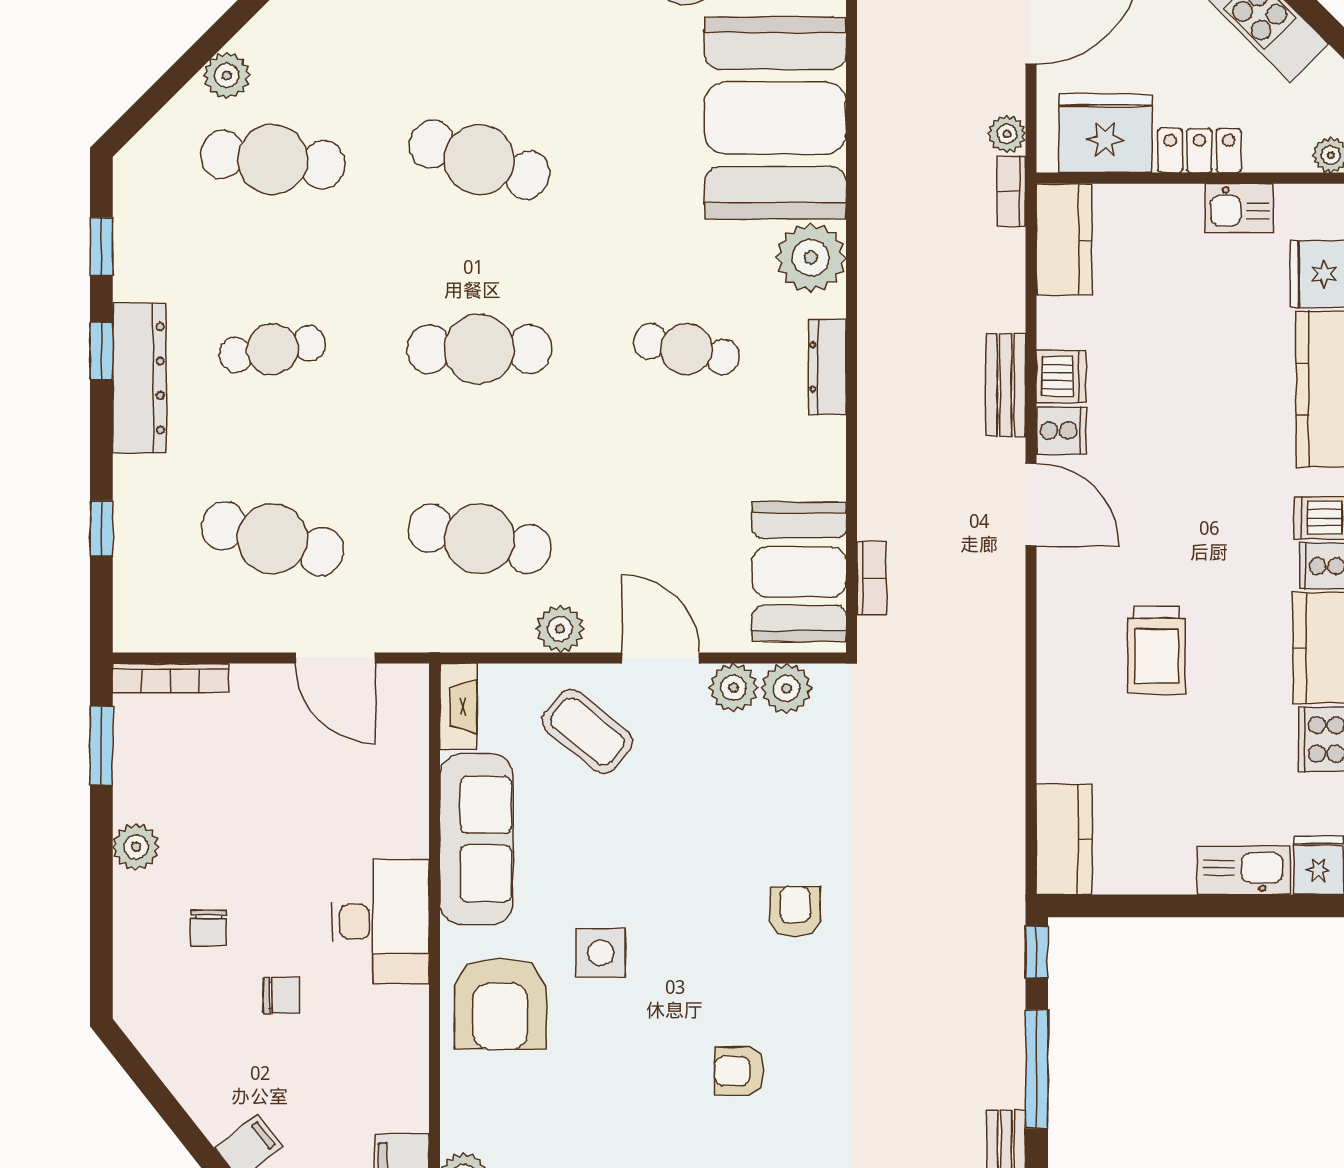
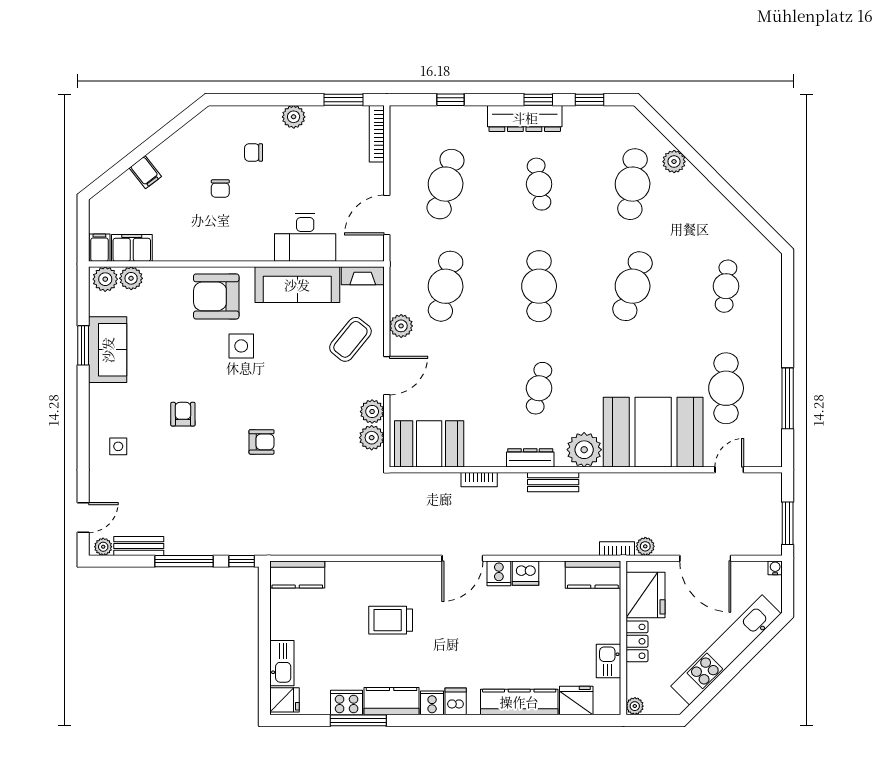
bench: (1006, 385) -> (553, 482), moved
bookcase: (871, 578) -> (479, 480), moved
desk: (381, 922) -> (305, 237), moved

